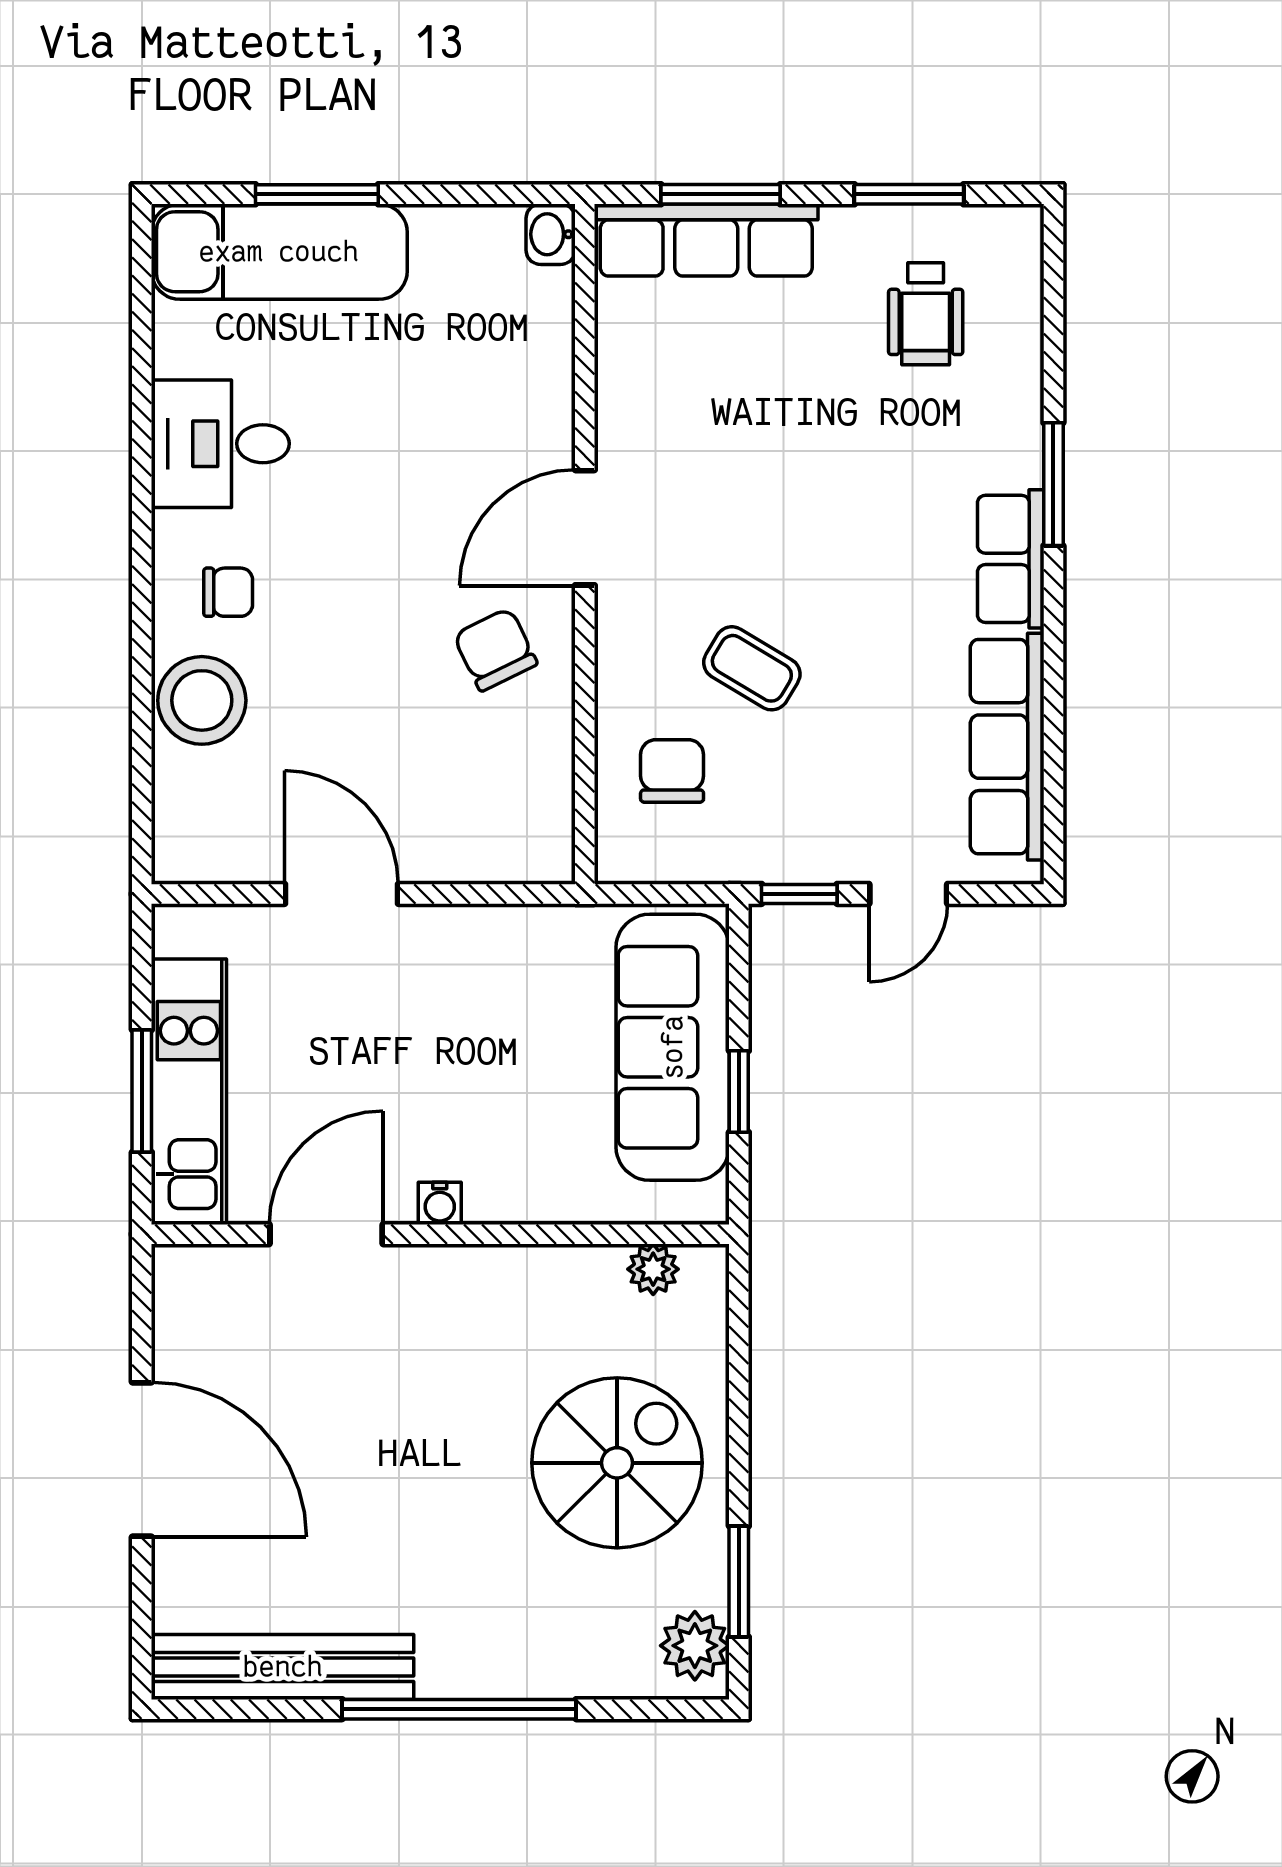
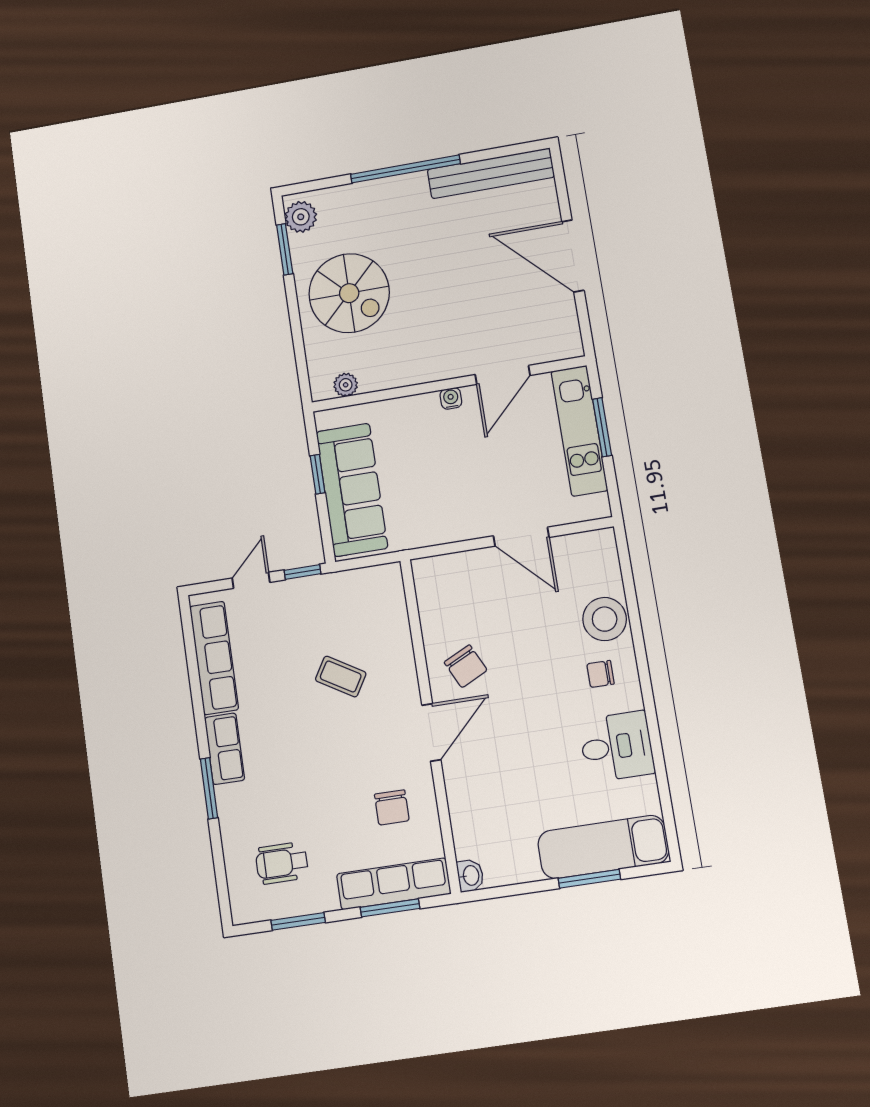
wheelchair: (926, 314) -> (282, 863), turned -90
chair: (672, 771) -> (392, 807), moved
spiral stairs: (617, 1463) -> (349, 293), turned -90

